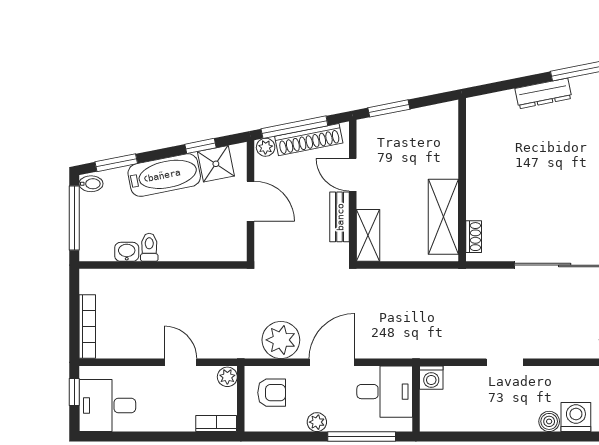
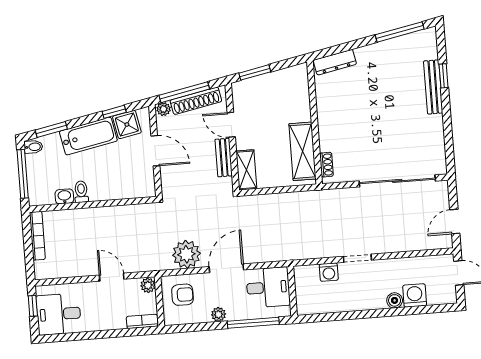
dresser: (543, 93) -> (335, 62), moved
bookcase: (87, 327) -> (37, 236), moved
washing machine: (431, 378) -> (329, 272), moved

